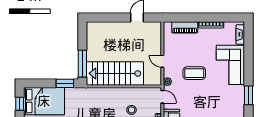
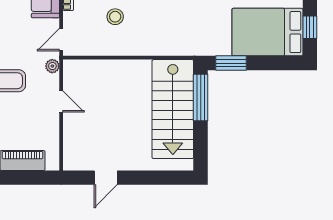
stairs: (115, 73) -> (173, 109), moved, turned 90
door: (162, 97) -> (61, 40), hinge flipped

